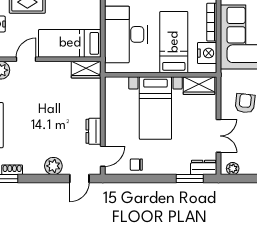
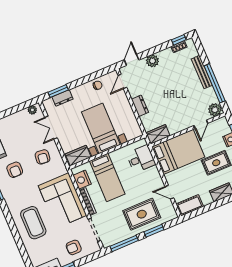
desk: (126, 34) -> (141, 159), width x0.53, depth x0.77
bed: (70, 43) -> (178, 152), width x1.50
dresser: (93, 131) -> (140, 106), moved
dresser: (204, 167) -> (63, 98), moved

